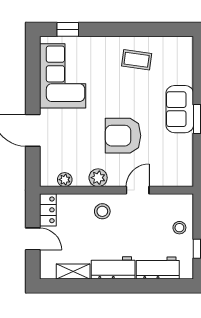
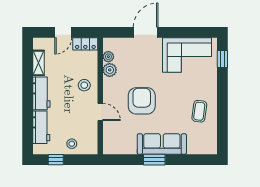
sofa: (180, 109) -> (162, 144), width x1.36
plant: (98, 178) -> (110, 70), moved

